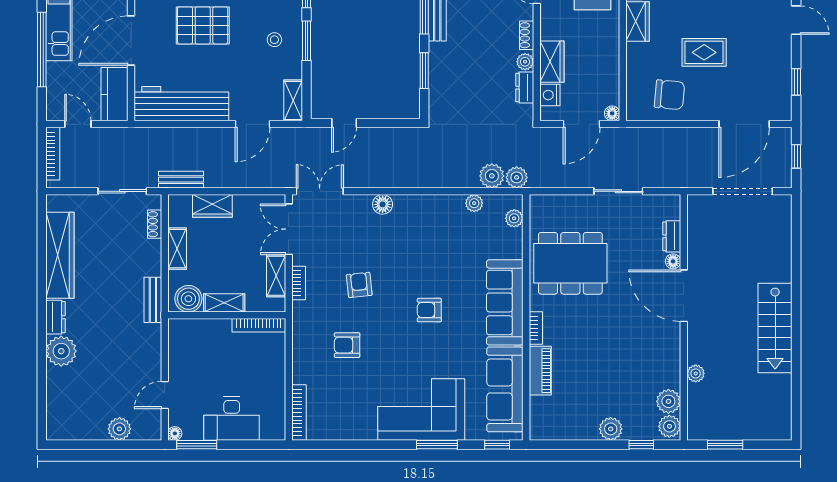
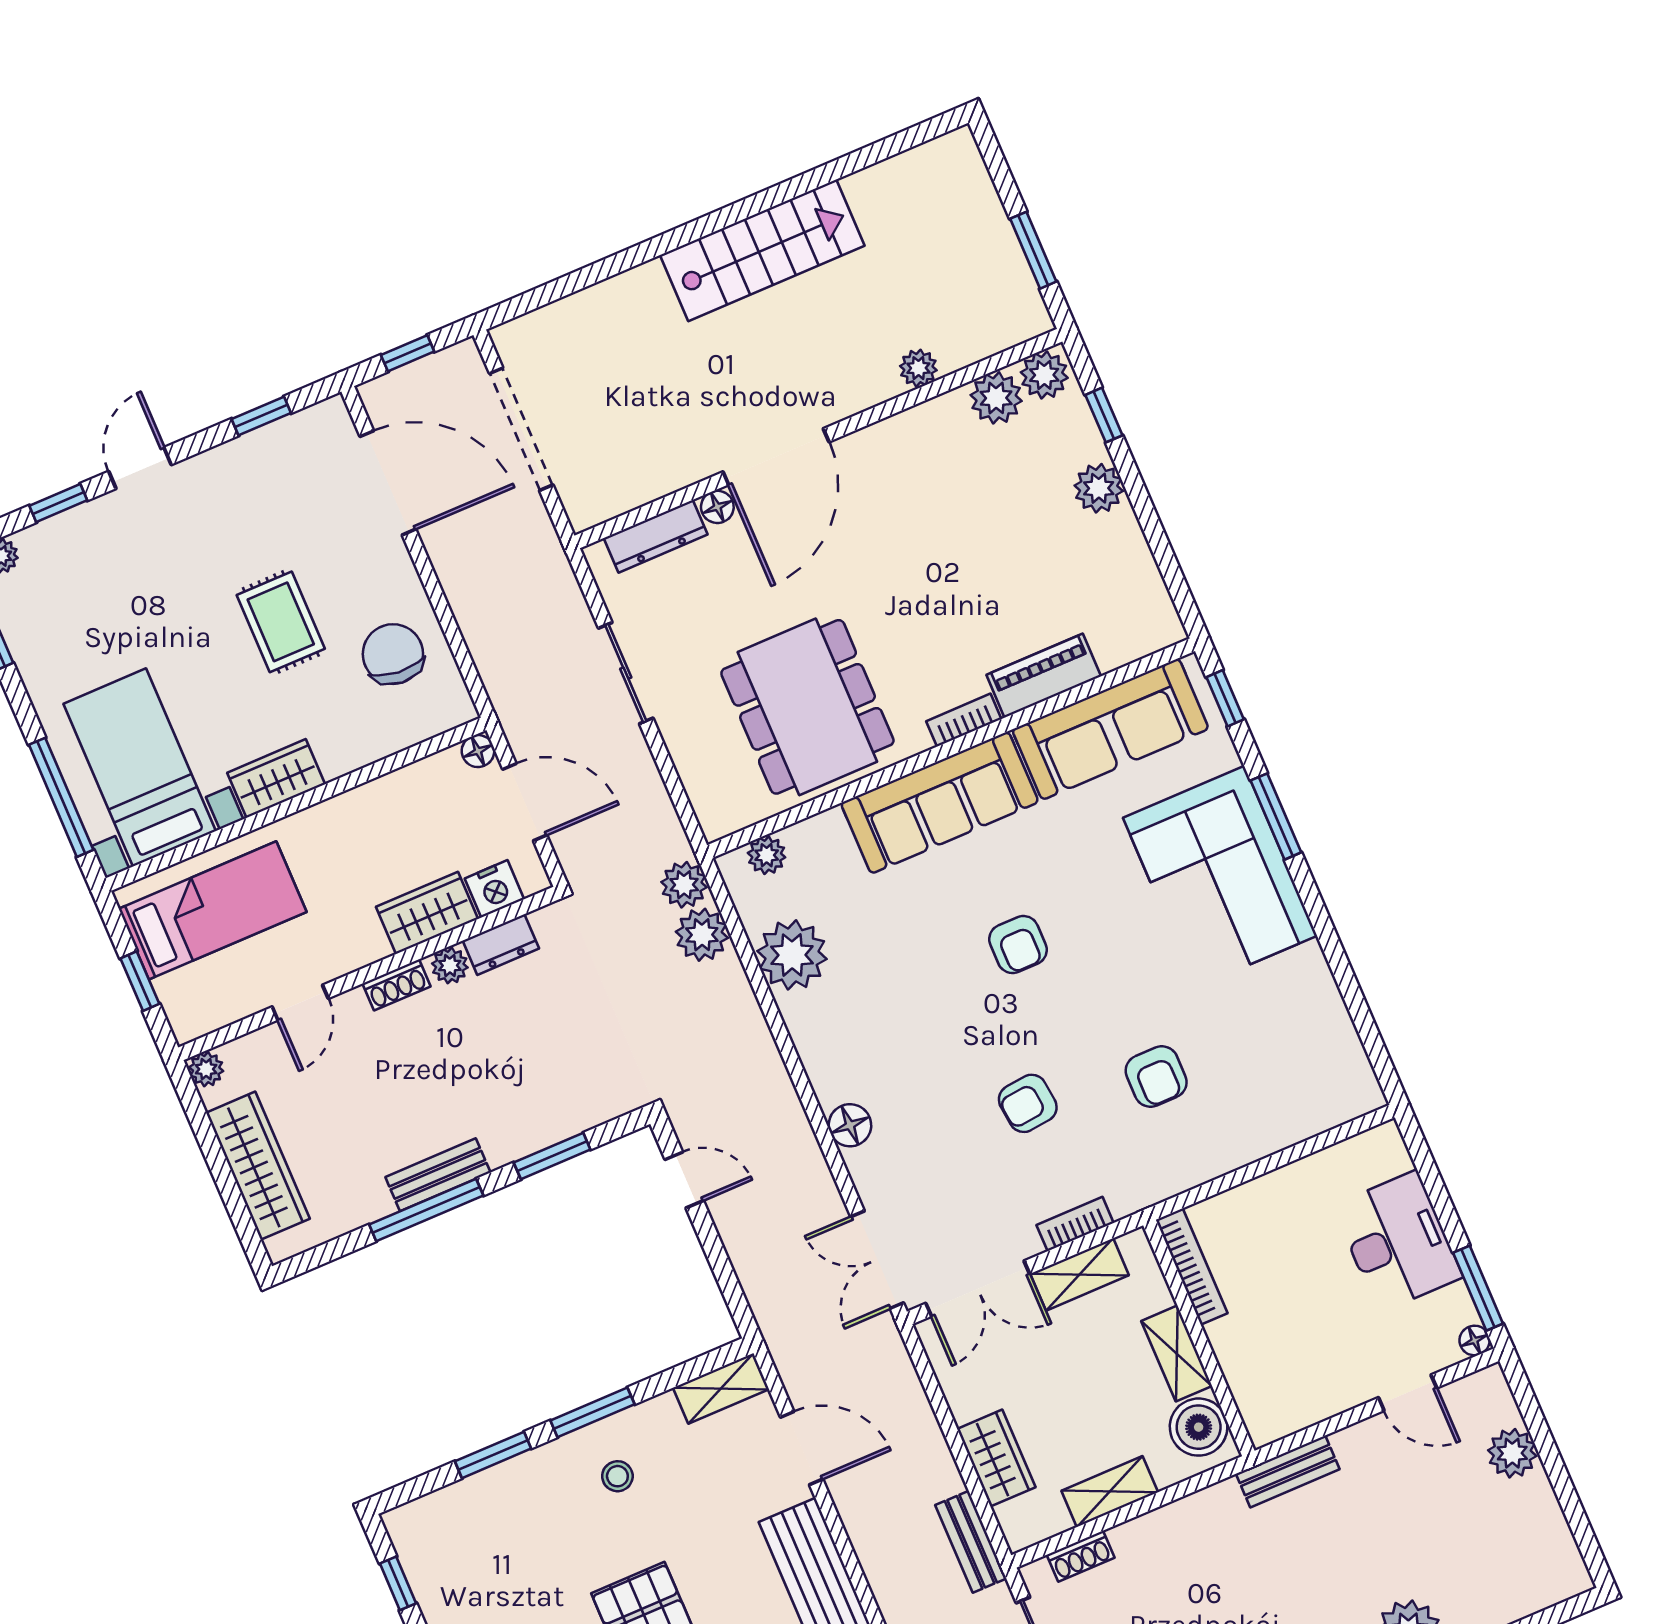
door: (344, 123) -> (684, 1180), moved
plant: (474, 203) -> (792, 955), width x1.87, depth x1.87
dresser: (672, 236) -> (656, 536), width x1.44
bench: (153, 300) -> (1288, 1472), moved
bookcase: (299, 412) -> (1329, 1114), removed

